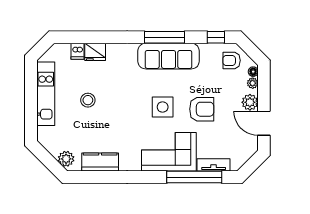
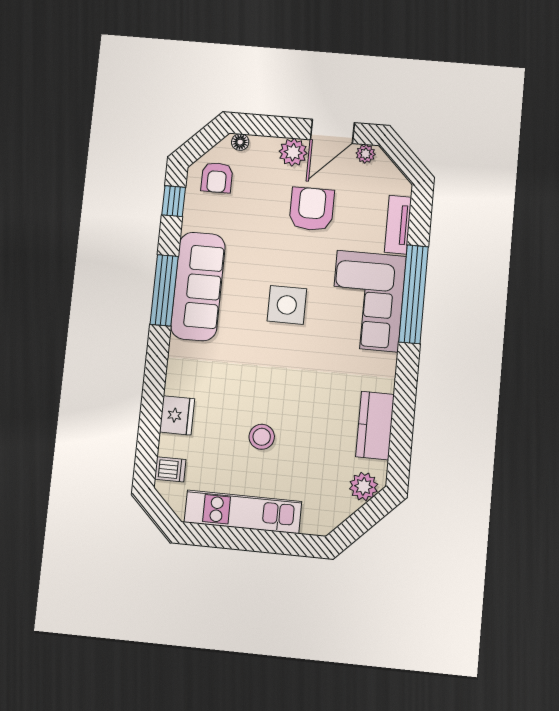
dishwasher: (77, 51) -> (170, 469), moved
plant: (253, 83) -> (366, 154), moved
armchair: (202, 109) -> (312, 209), moved
window: (194, 177) -> (414, 294), moved

